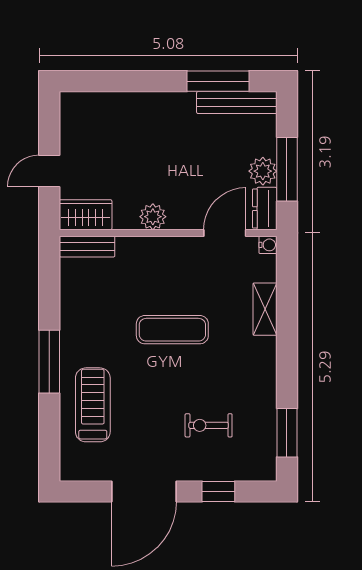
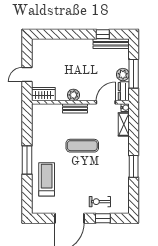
window: (218, 81) -> (103, 34), width x0.46
bench: (87, 247) -> (75, 108), moved
shelving: (265, 309) -> (124, 124), moved
exercise bike: (209, 425) -> (100, 202), moved
window: (287, 433) -> (134, 166), moved

